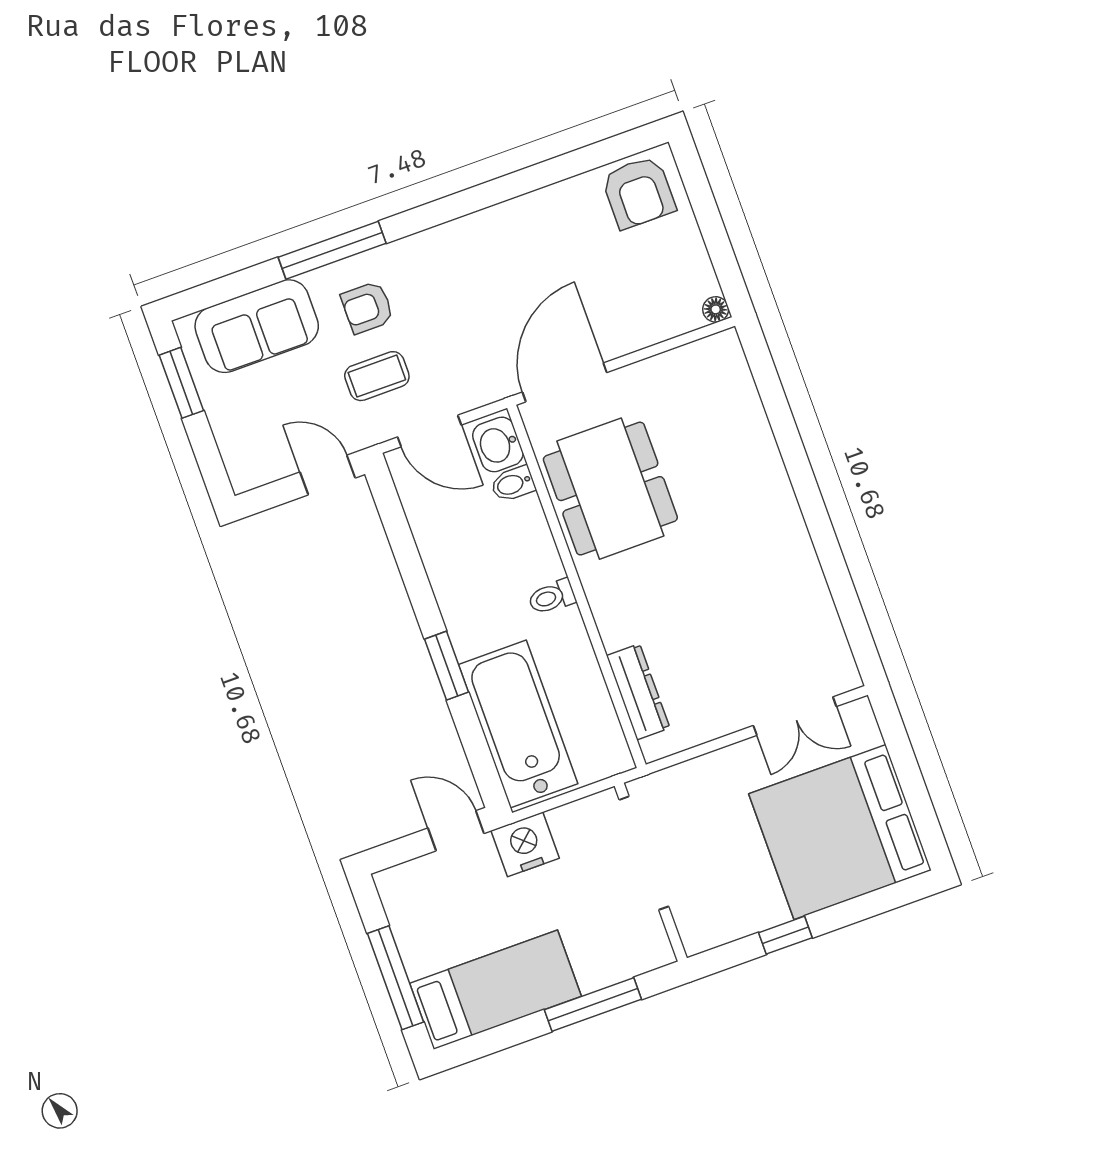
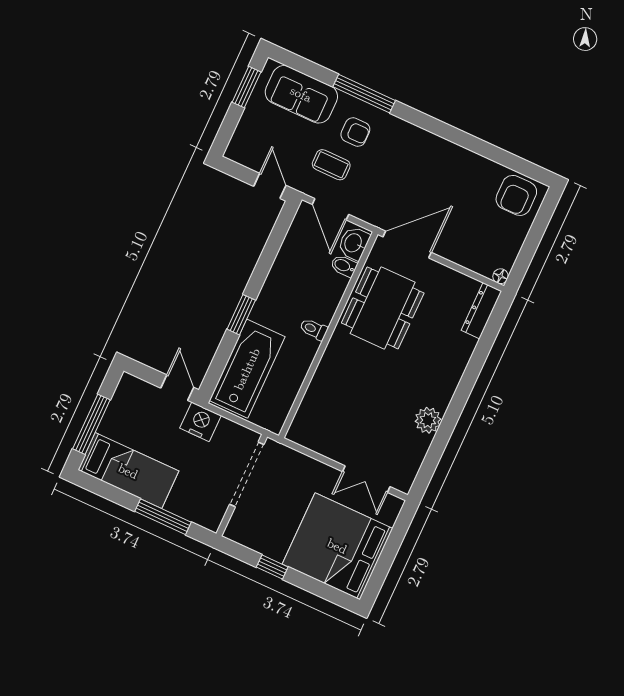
armchair: (367, 307) -> (355, 132), turned 180
plant: (799, 571) -> (428, 420), added
dresser: (638, 692) -> (481, 311), moved, turned 180

